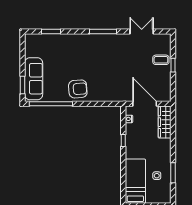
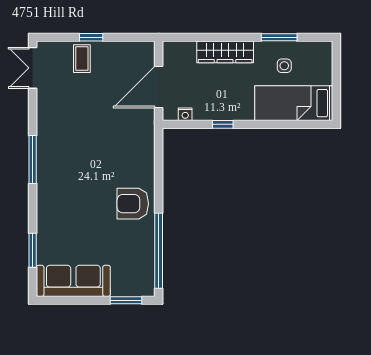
double door: (142, 32) -> (33, 68), moved
sofa: (34, 79) -> (73, 281), moved
armchair: (78, 89) -> (133, 204), turned -86
wardrobe: (165, 122) -> (225, 52), moved

